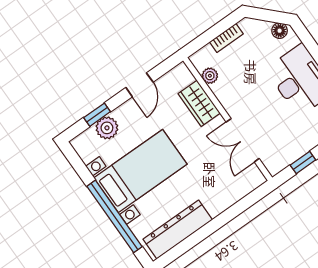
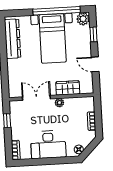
plant: (210, 76) -> (59, 103), moved
plant: (107, 128) -> (83, 19), moved
window: (114, 216) -> (57, 11), moved

